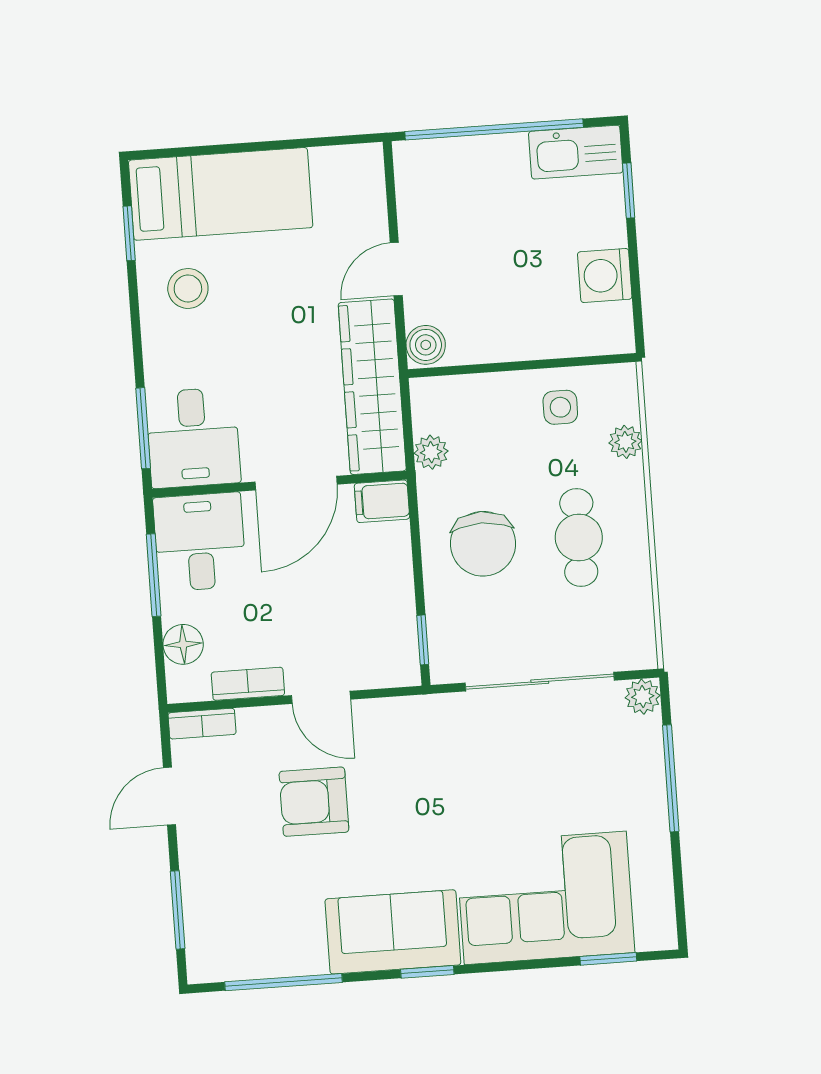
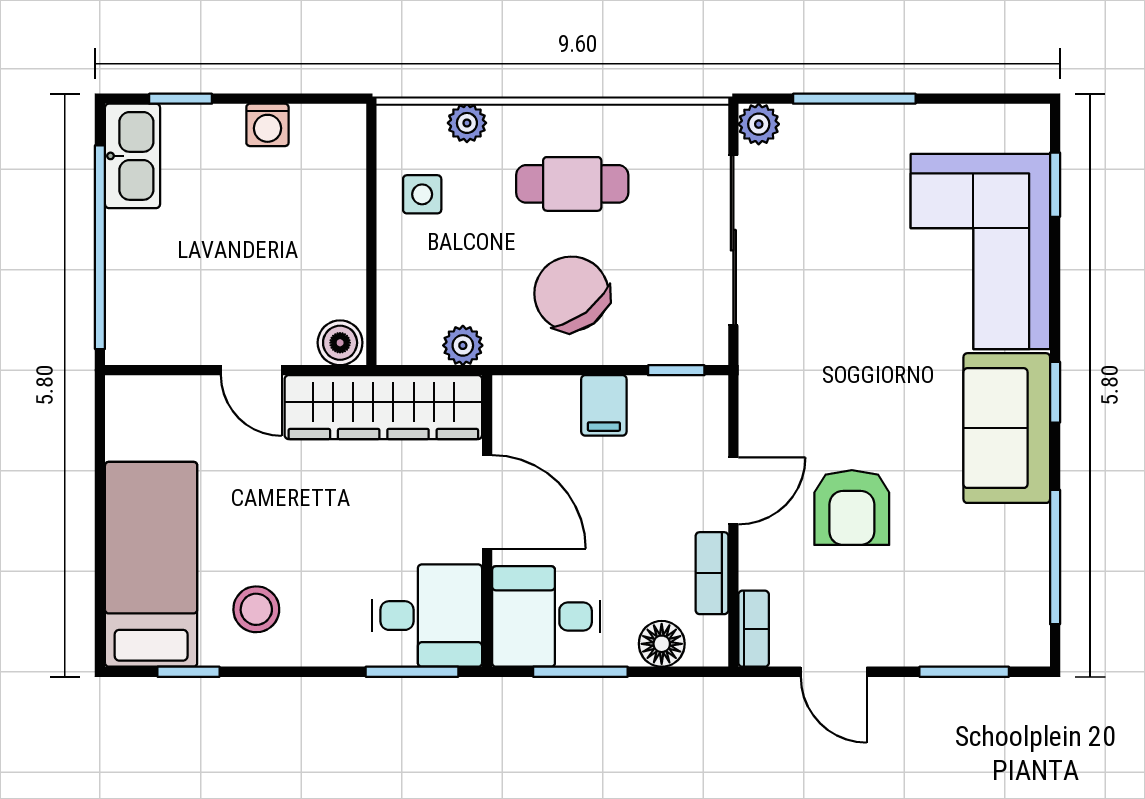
washing machine: (605, 275) -> (267, 125), width x0.73, depth x0.73
filing cabinet: (382, 501) -> (604, 405), moved
chair: (483, 544) -> (571, 294), turned -127

